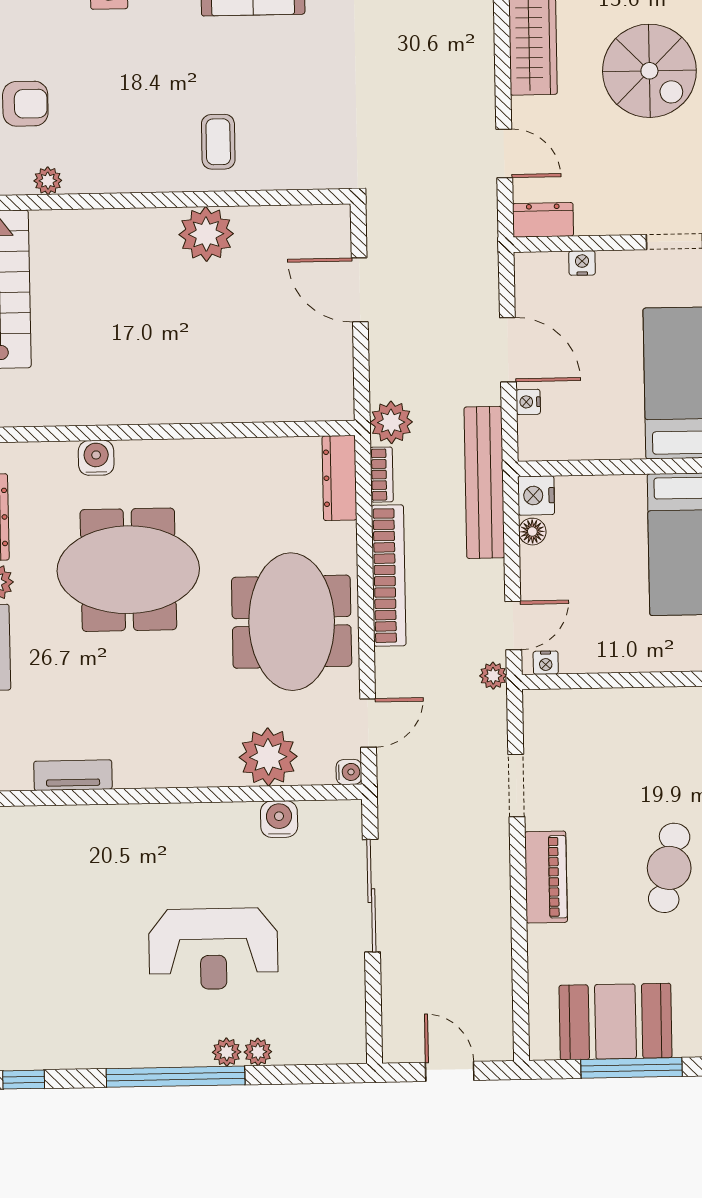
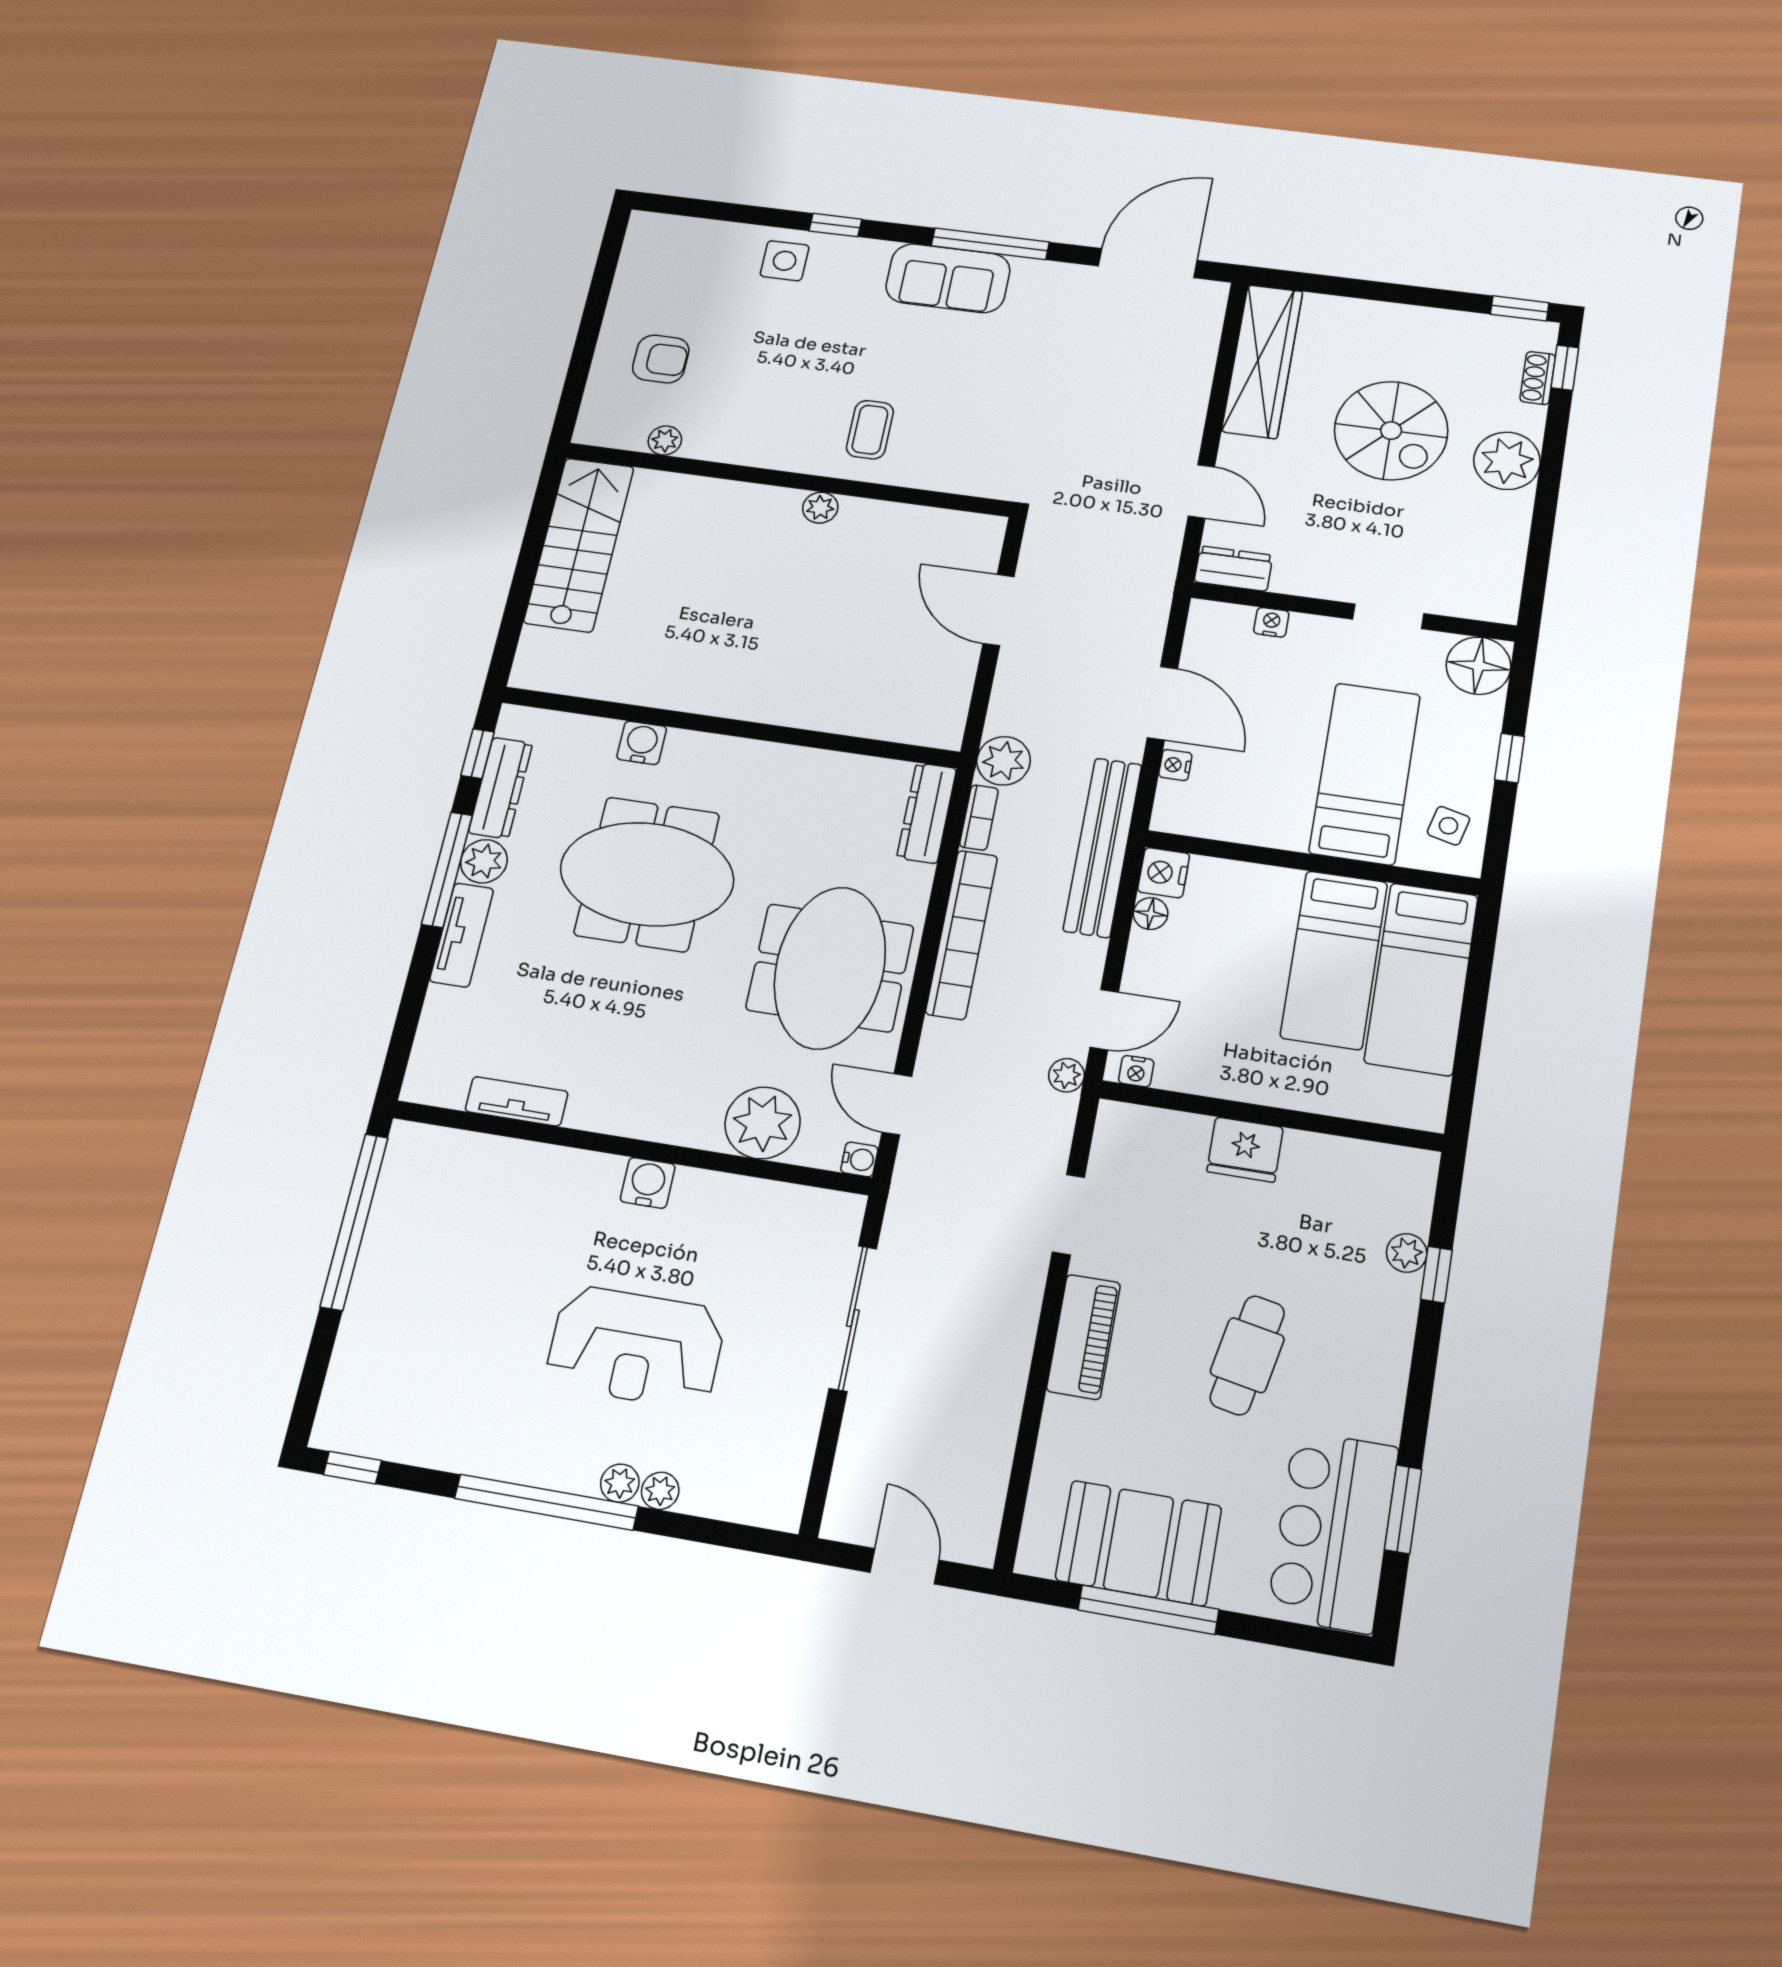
plant: (206, 234) -> (820, 508), width x0.53, depth x0.53
fridge: (639, 710) -> (1245, 1149), added
door: (368, 723) -> (897, 1104), swing flipped
water cooler: (279, 819) -> (648, 1183), moved

